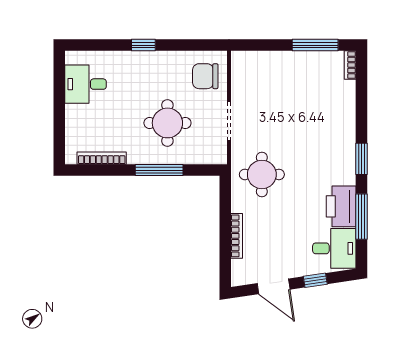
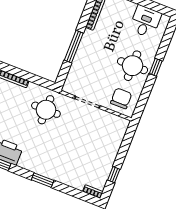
window: (315, 45) -> (114, 175), width x0.46
round table: (167, 123) -> (133, 66), moved
window: (361, 159) -> (43, 180), moved

